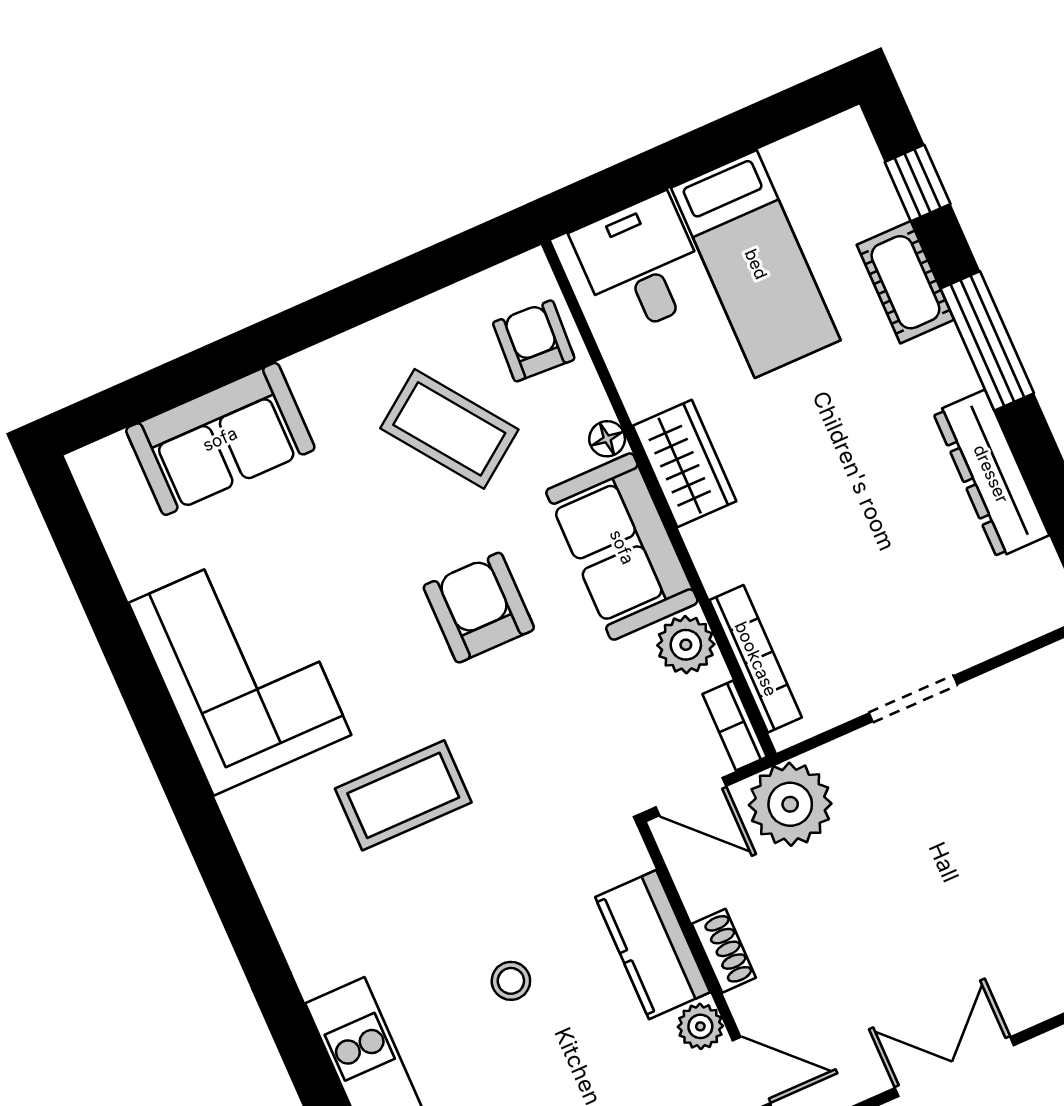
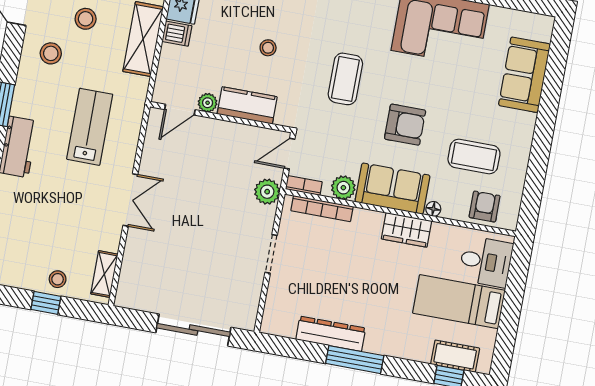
cot: (905, 282) -> (455, 356), moved
armchair: (534, 341) -> (485, 207), turned -93
window: (987, 341) -> (355, 360), moved
coffee table: (449, 429) -> (474, 157), turned 36
coffee table: (403, 795) -> (345, 79), moved
plant: (790, 804) -> (267, 192), width x0.73, depth x0.73
shoe rack: (724, 951) -> (228, 129), removed
double door: (954, 1067) -> (130, 200), moved

